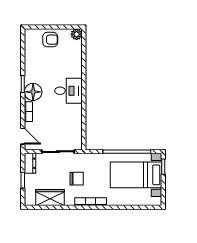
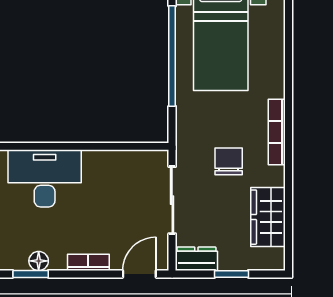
desk: (68, 91) -> (45, 178), width x1.37
floor lamp: (33, 92) -> (39, 261), width x0.53, depth x0.53

